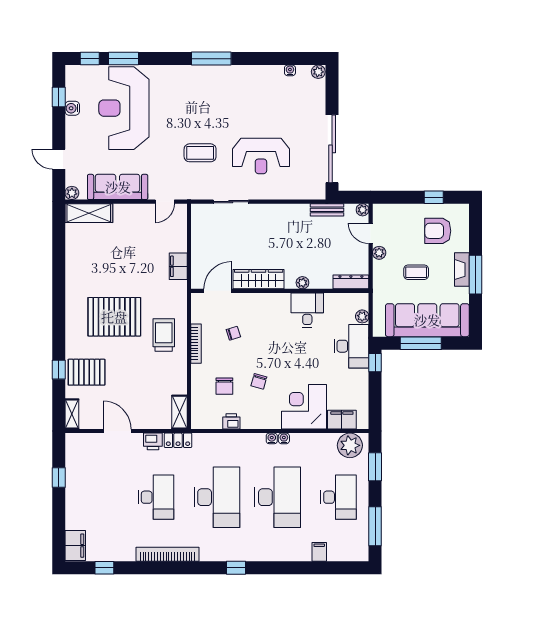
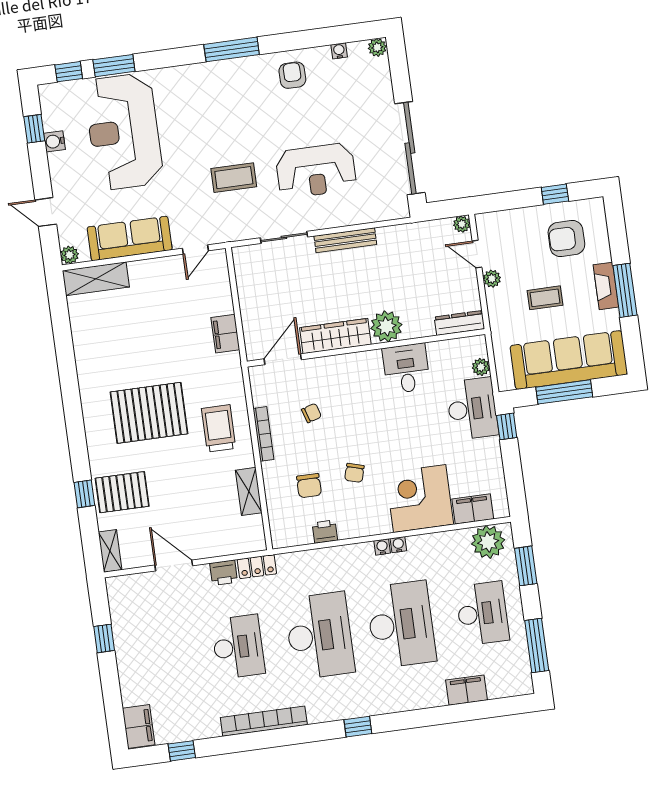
armchair: (253, 84) -> (292, 75), added
bench: (327, 210) -> (345, 240), moved, width x1.36
plant: (302, 283) -> (386, 326), width x1.88, depth x1.88
shelving: (179, 412) -> (249, 491), moved
filing cabinet: (319, 552) -> (467, 690), width x2.00

